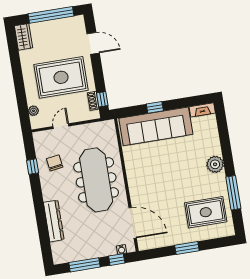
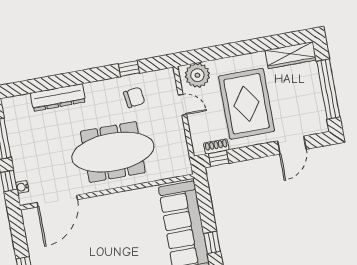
wardrobe: (24, 37) -> (291, 55), width x1.50
window: (155, 107) -> (212, 243), moved
plant: (34, 111) -> (197, 75), width x1.87, depth x1.87

